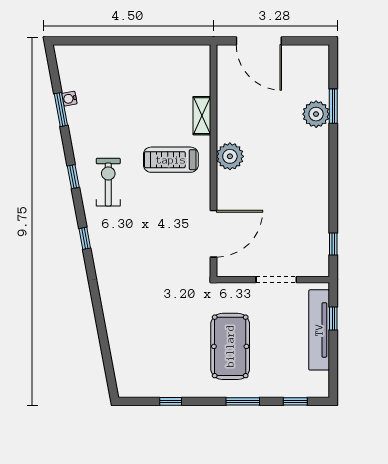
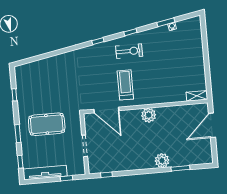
plant: (316, 114) -> (162, 161), moved
shelving: (202, 116) -> (197, 96), moved
treadmill: (171, 160) -> (125, 85), moved
tv unit: (319, 330) -> (45, 173), moved

